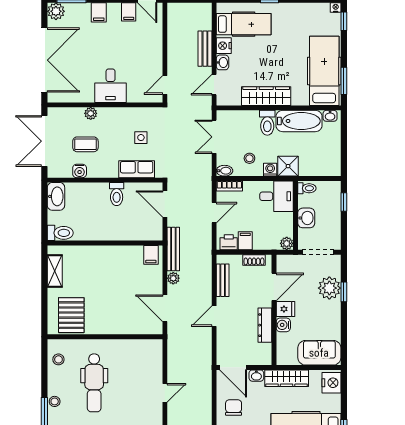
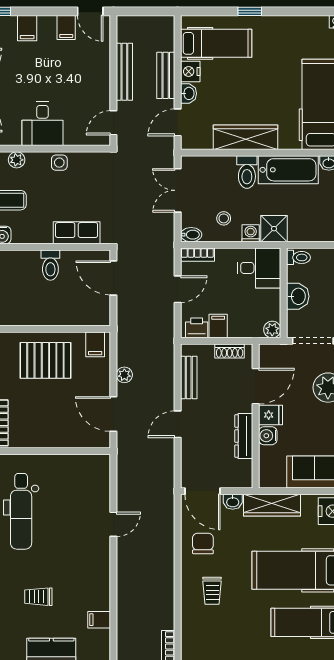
side table: (141, 138) -> (59, 163), moved
bench: (173, 249) -> (124, 72), moved
pallet: (113, 267) -> (45, 360), added

